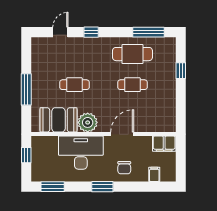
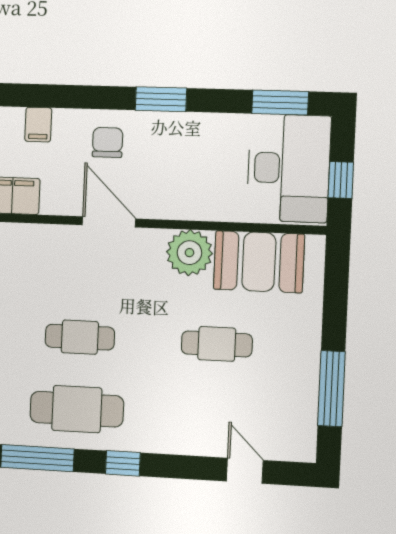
door: (60, 32) -> (245, 471), swing flipped
window: (91, 32) -> (123, 463), moved
window: (26, 89) -> (331, 389), moved
door: (122, 134) -> (109, 222), swing flipped
desk: (81, 153) -> (289, 168), moved, turned -90

